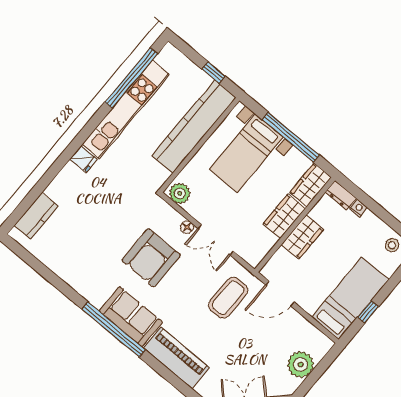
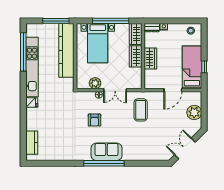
window: (213, 73) -> (56, 21), width x2.17
plant: (180, 193) -> (95, 83), moved
armchair: (151, 258) -> (94, 120), width x0.53, depth x0.53
door: (280, 294) -> (173, 90), moved
piano: (176, 358) -> (140, 153), removed

